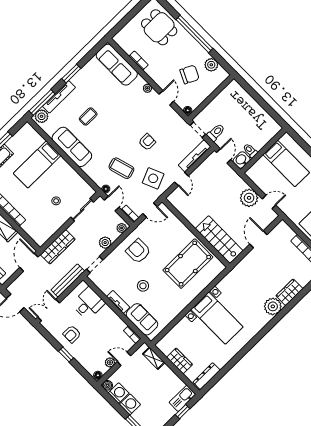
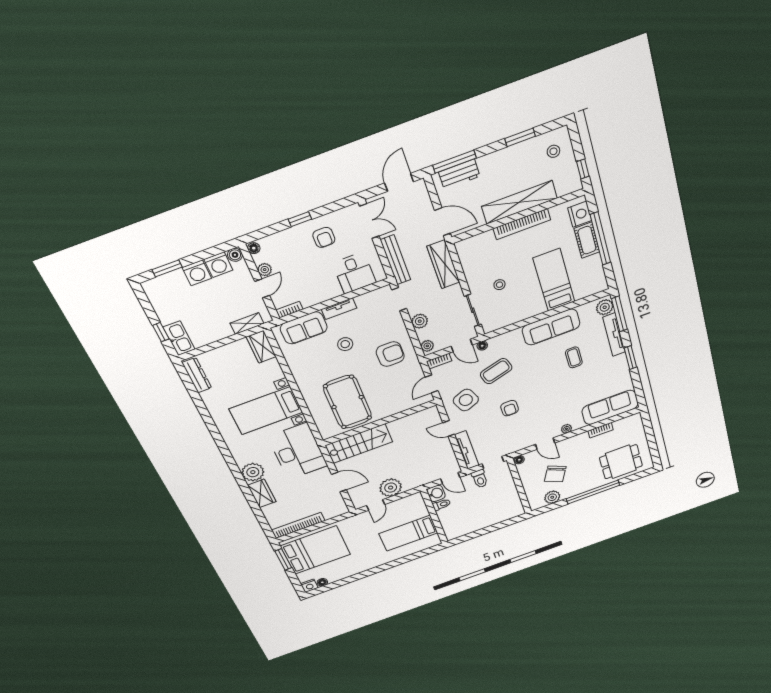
desk: (243, 281) -> (298, 451), added
armchair: (72, 334) -> (324, 237), turned 180
wardrobe: (180, 361) -> (261, 347), moved, turned 90

